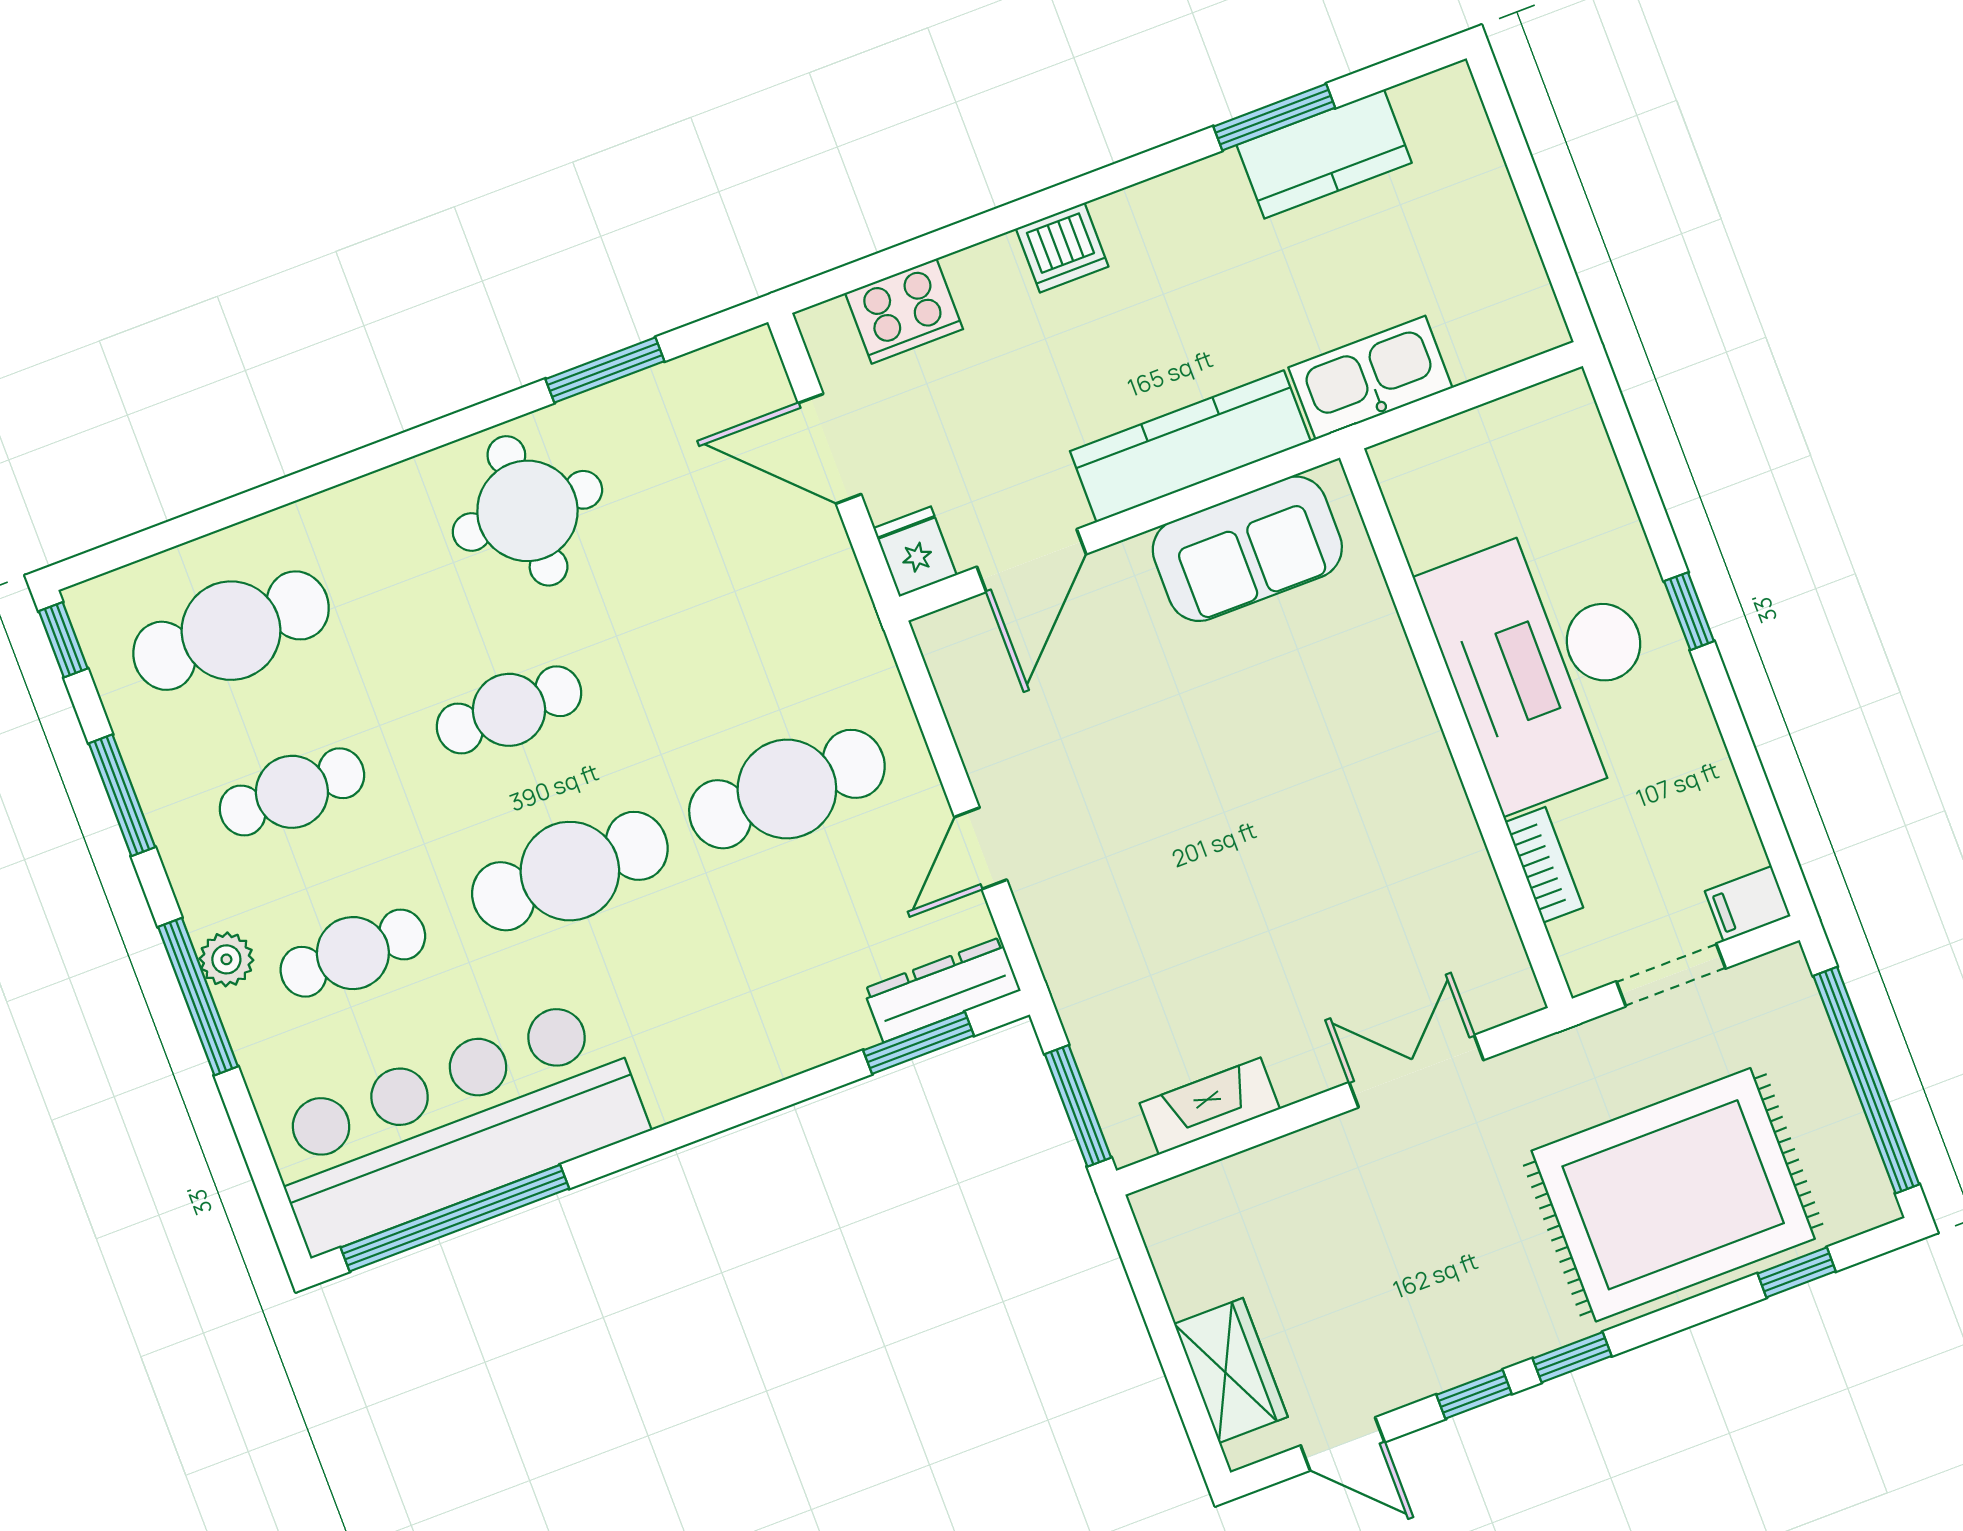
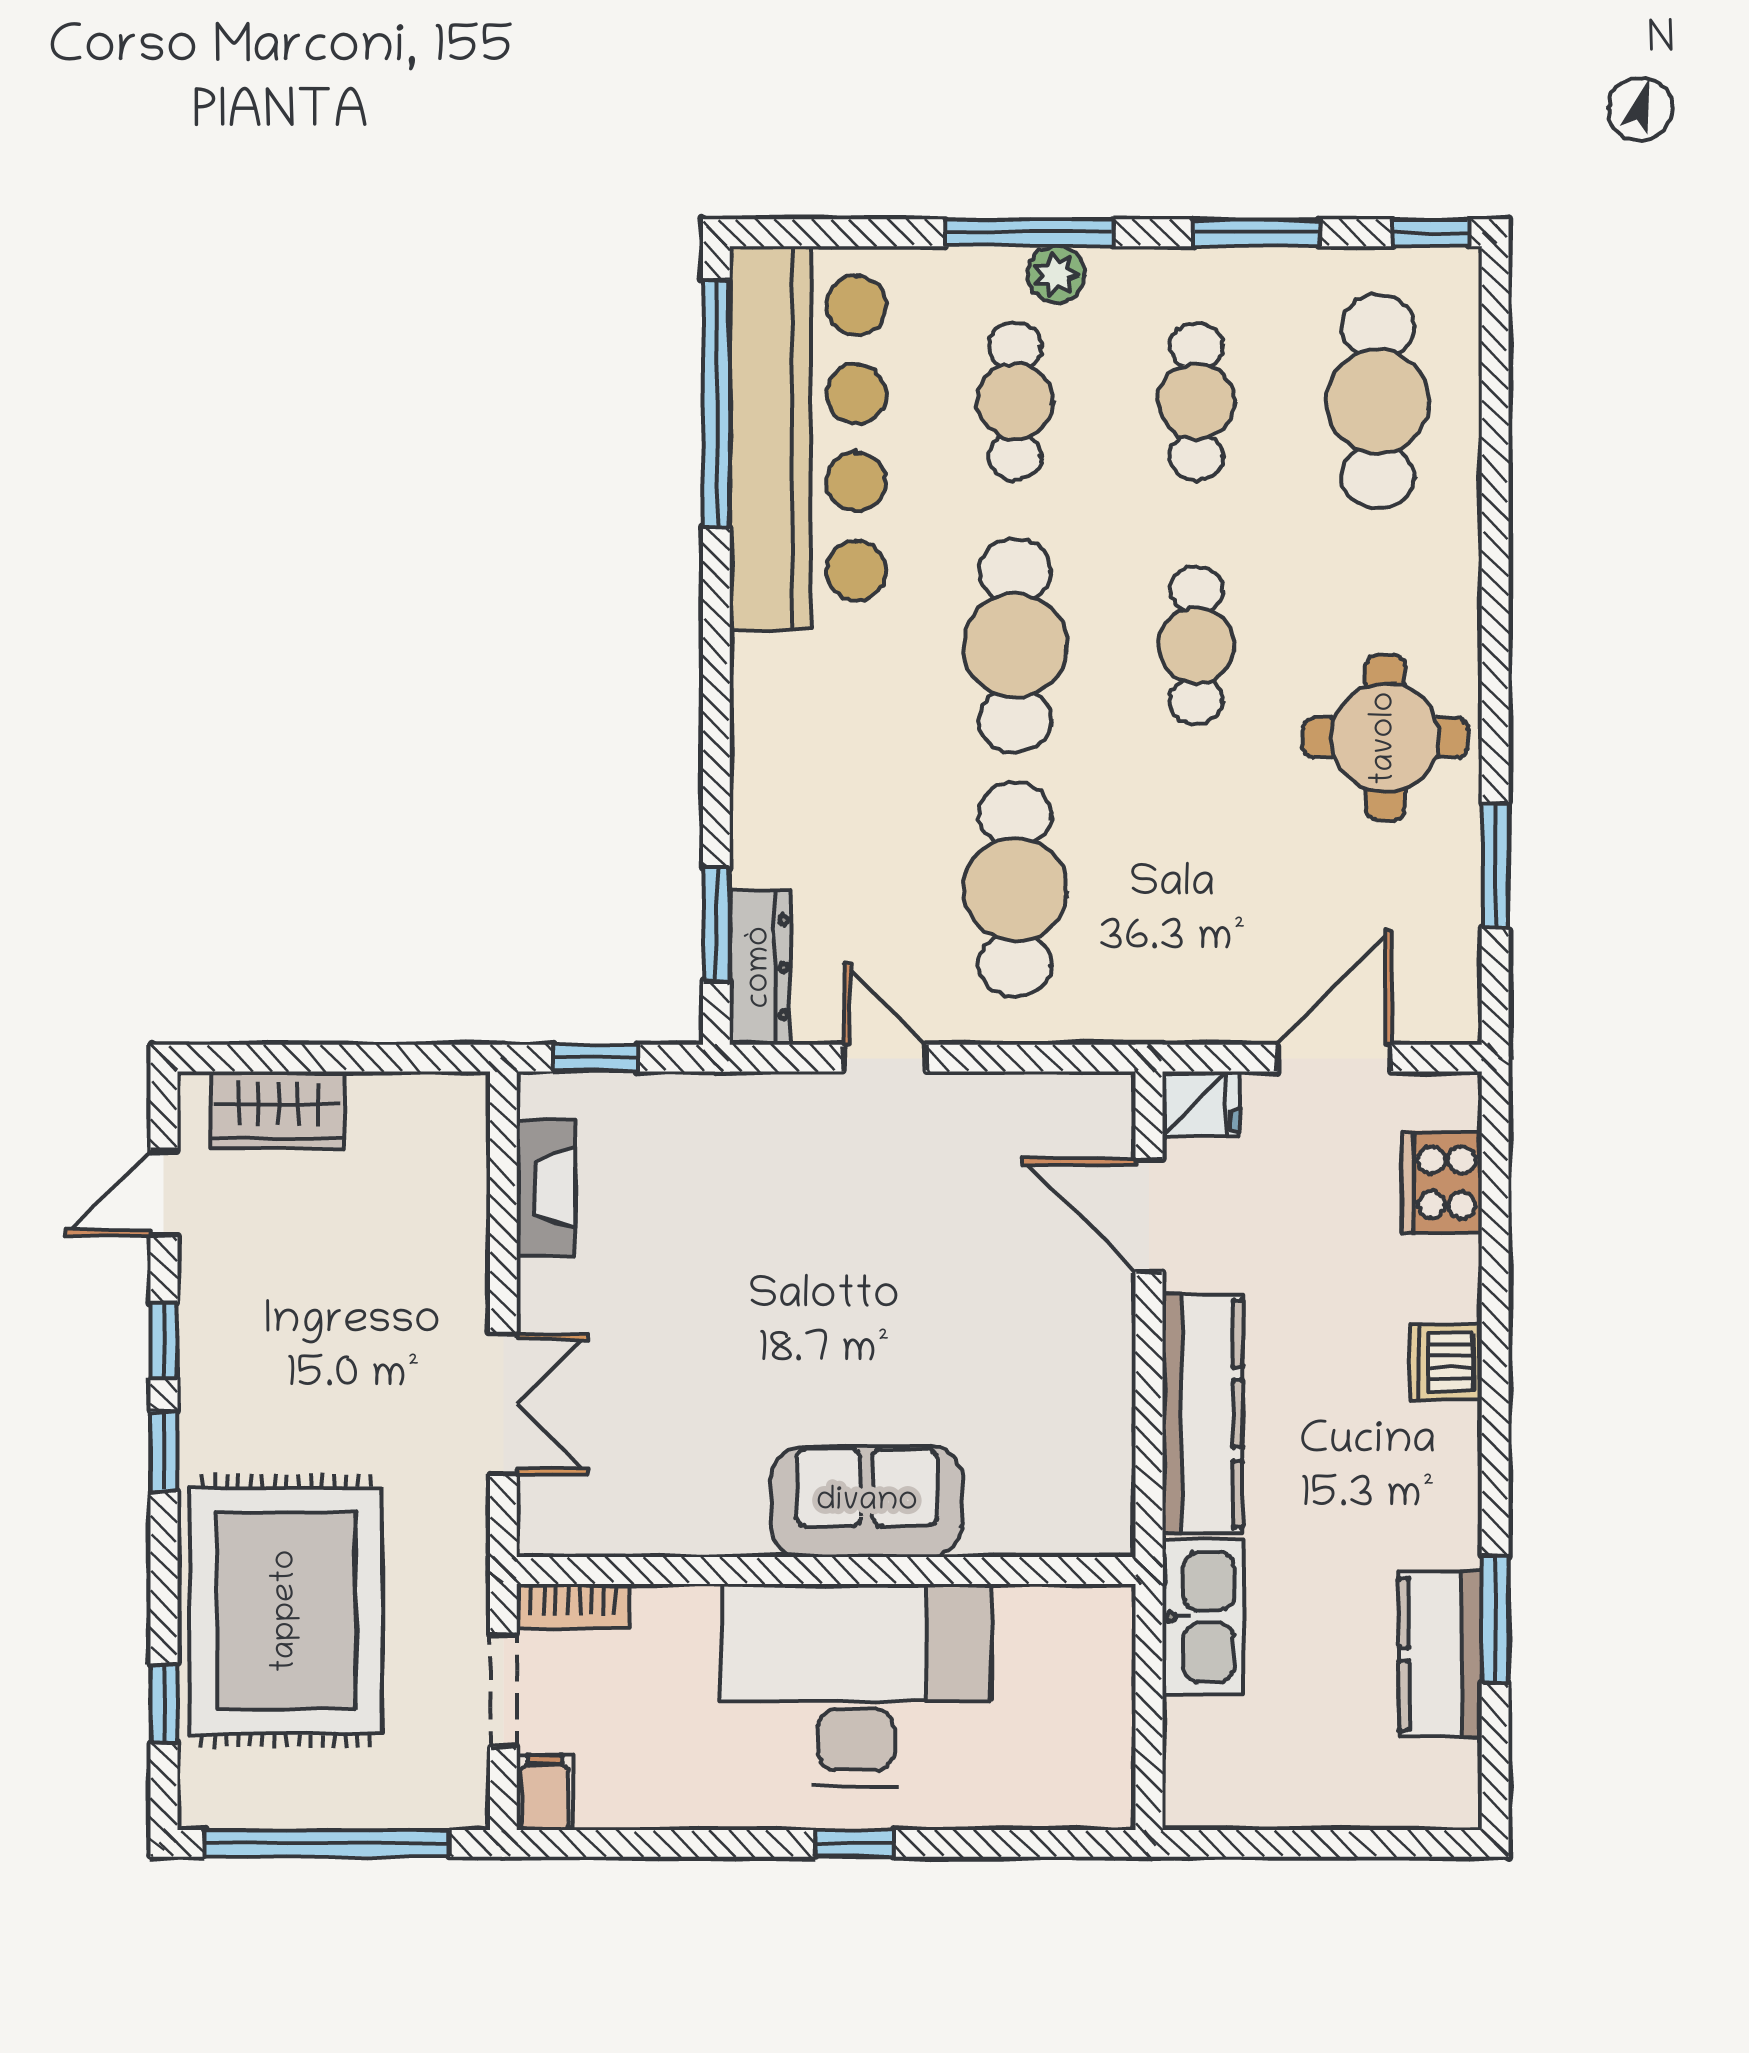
sofa: (1247, 549) -> (867, 1502), moved, turned 90
bookcase: (1544, 865) -> (573, 1607), moved
window: (1078, 1106) -> (595, 1058), width x0.67

